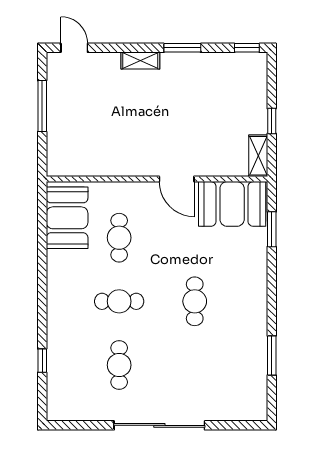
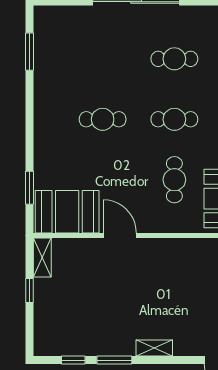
window: (247, 48) -> (73, 360), moved
cafe table: (195, 301) -> (103, 119), turned 90
window: (272, 355) -> (30, 52), moved
cafe table: (119, 365) -> (174, 59), turned 90

